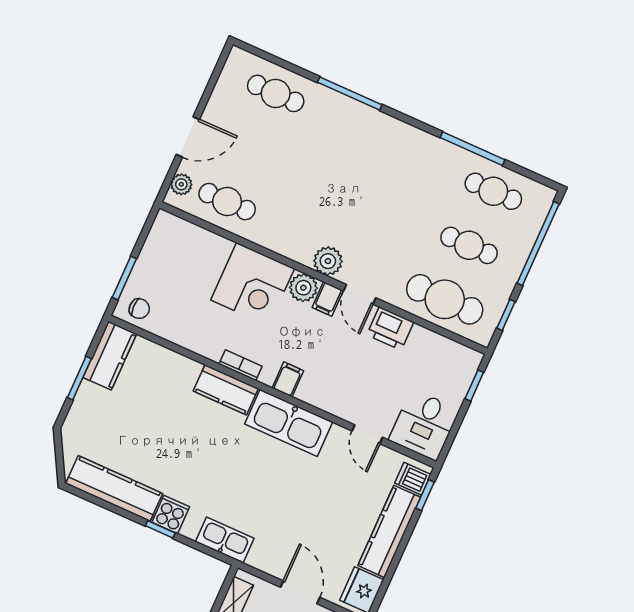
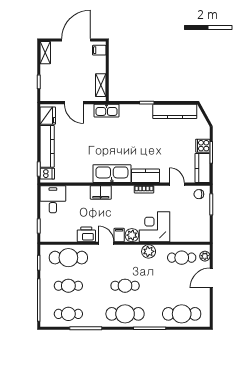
cafe table: (276, 93) -> (182, 314), width x1.37, depth x1.35
cafe table: (384, 142) -> (125, 314), added
cafe table: (360, 196) -> (125, 286), added
plant: (328, 261) -> (149, 251), moved
filing cabinet: (288, 379) -> (101, 192), moved, width x2.00
door: (367, 434) -> (177, 184), moved
cooker: (171, 515) -> (203, 146), moved, turned 90
kitchen sink: (225, 540) -> (107, 111), moved

